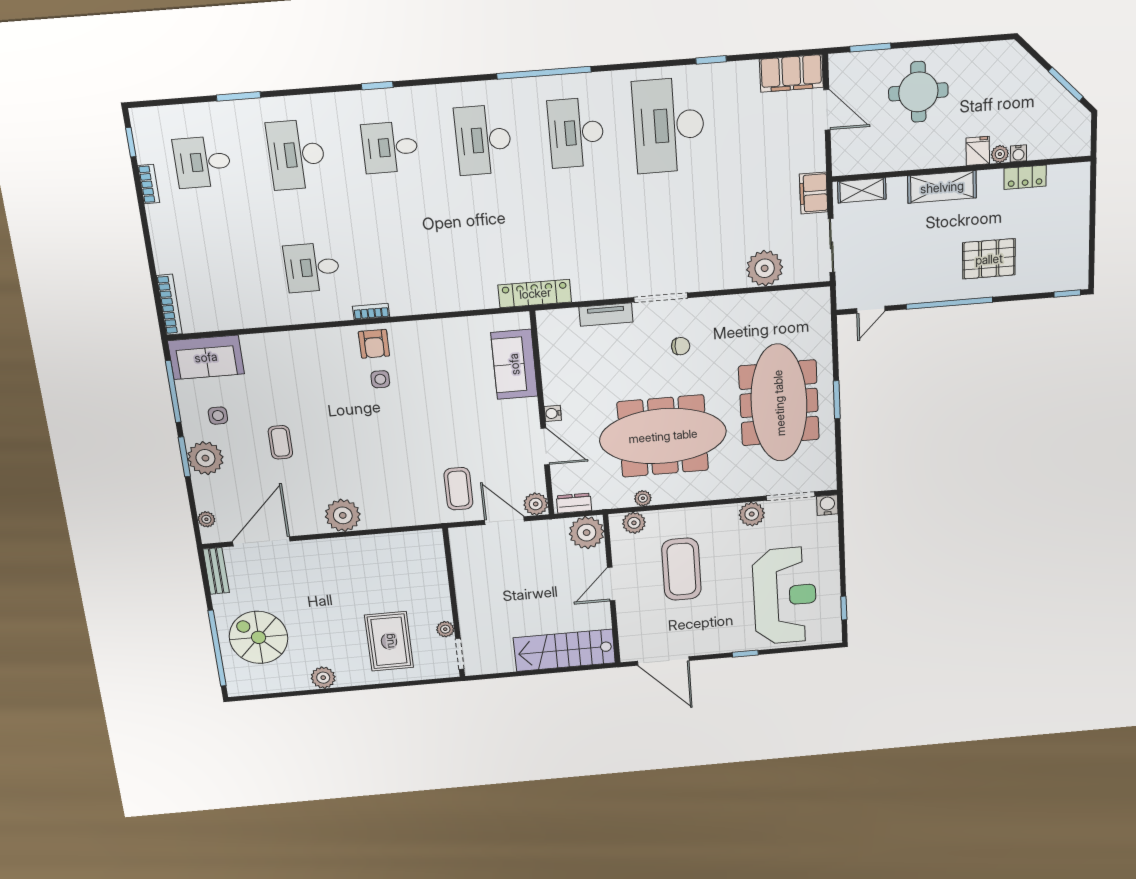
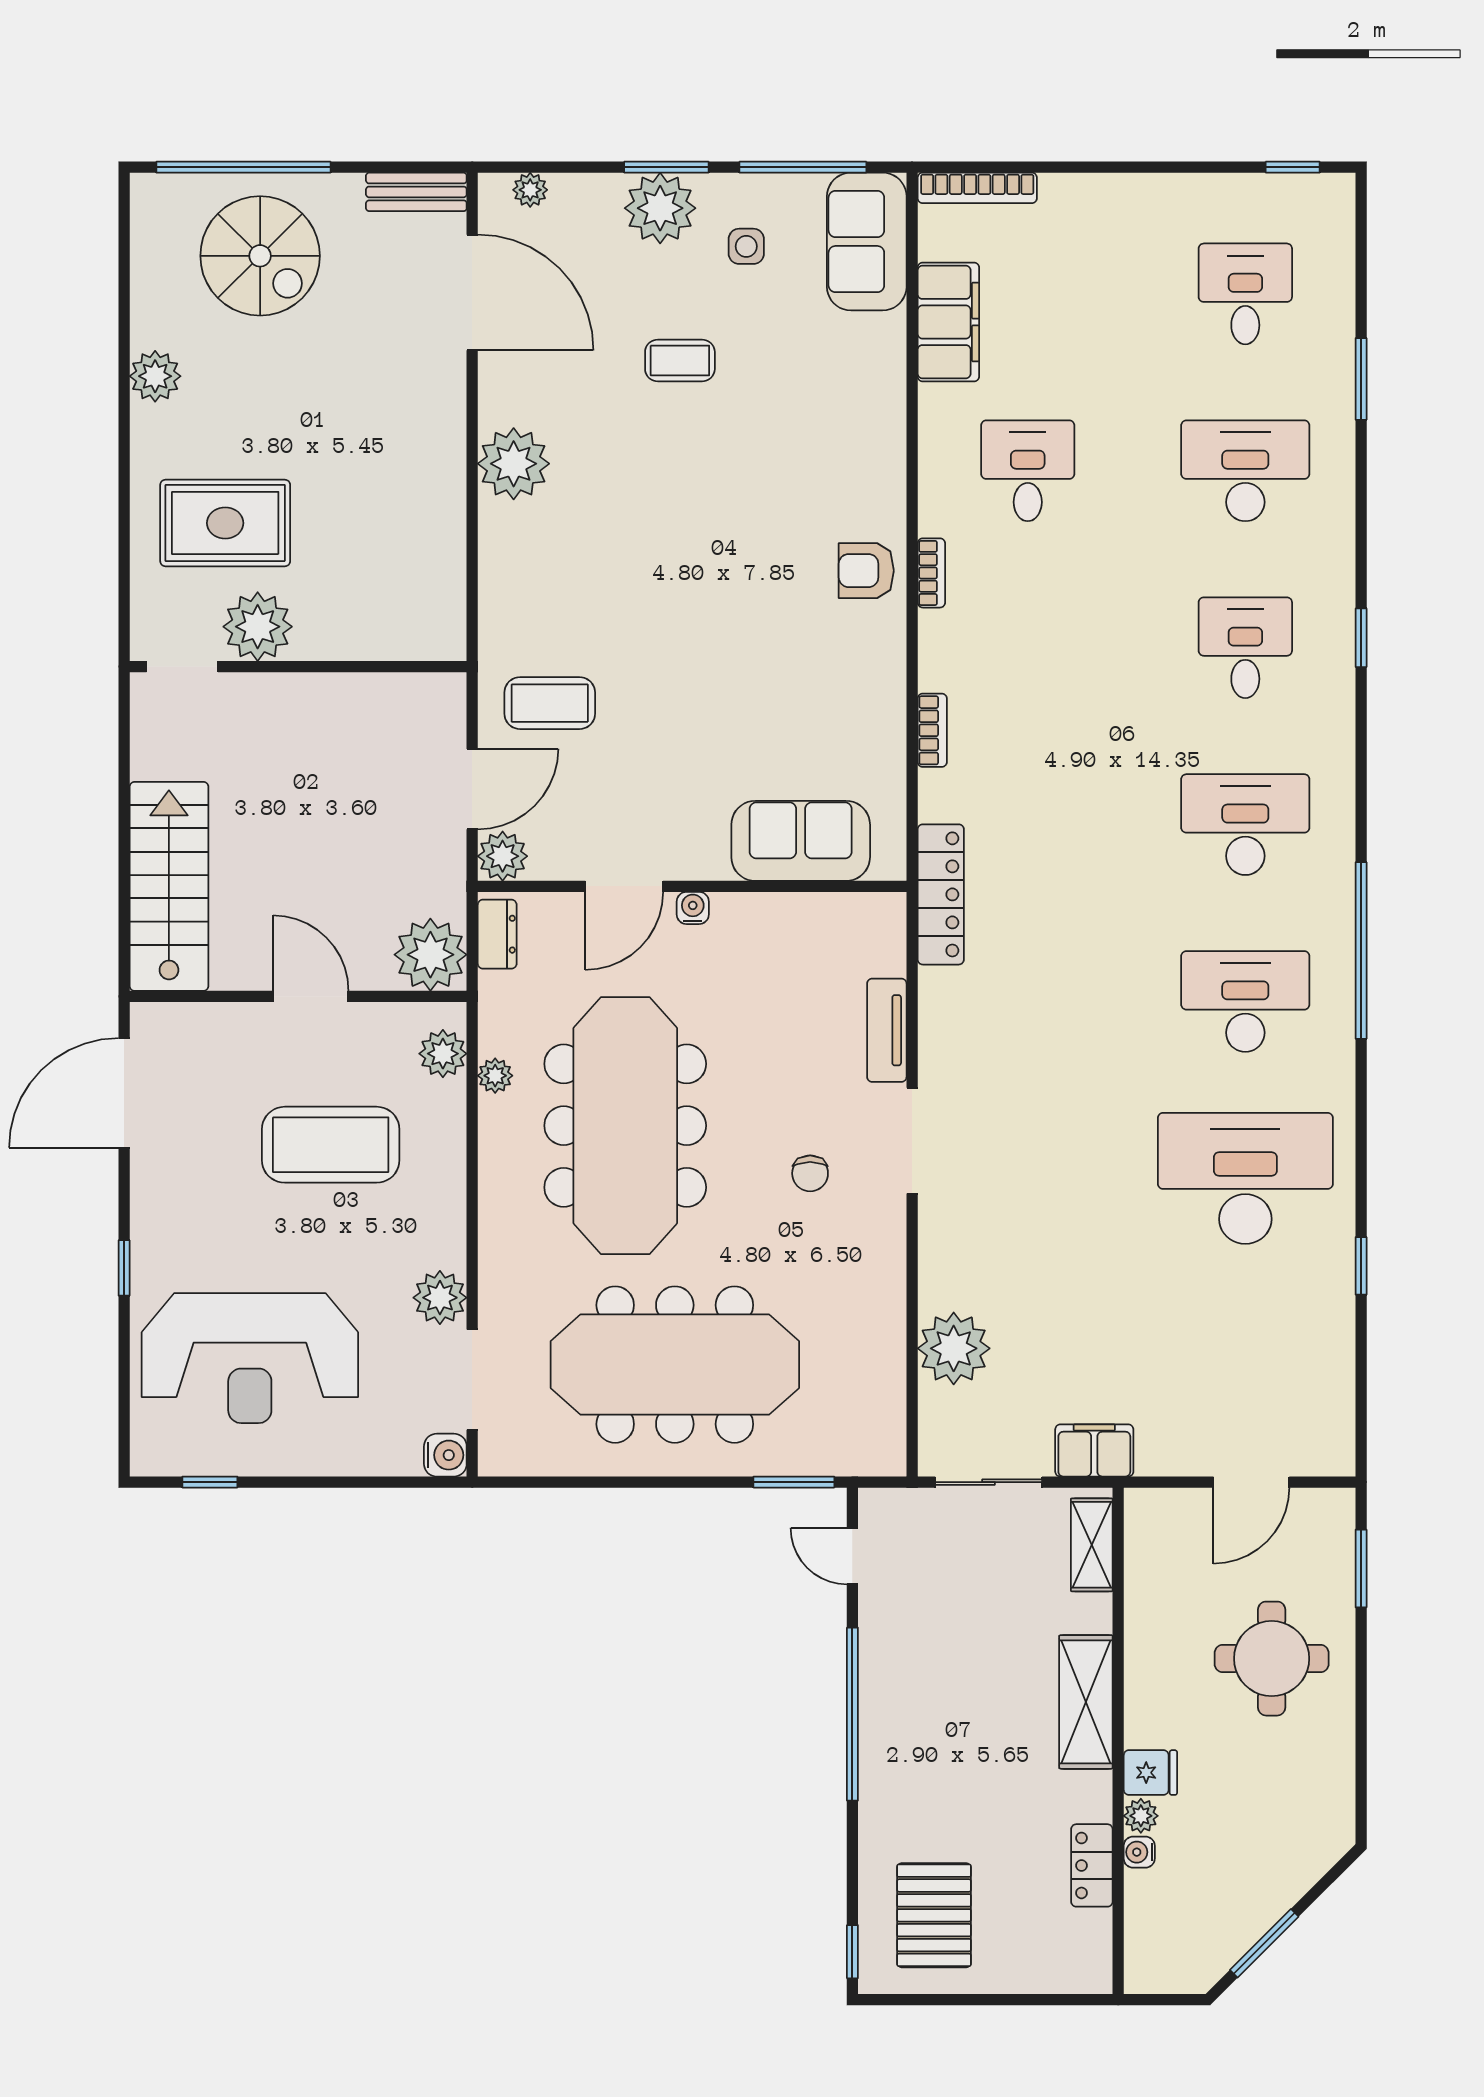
filing cabinet: (791, 73) -> (948, 322), moved, turned 180
bookcase: (149, 184) -> (932, 730), moved, turned -90
pallet: (989, 259) -> (934, 1915), moved
side table: (380, 379) -> (793, 574), removed
window: (837, 400) -> (794, 1482), moved
plant: (445, 629) -> (258, 627), width x1.87, depth x1.87
spiral stairs: (259, 637) -> (260, 256), turned 90

